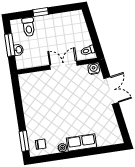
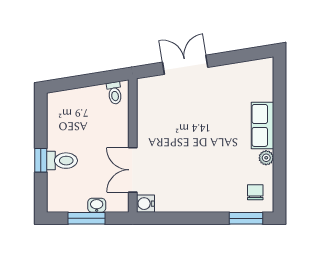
toilet: (29, 27) -> (62, 161), moved
double door: (63, 65) -> (133, 170), moved
water cooler: (94, 69) -> (145, 204), moved

